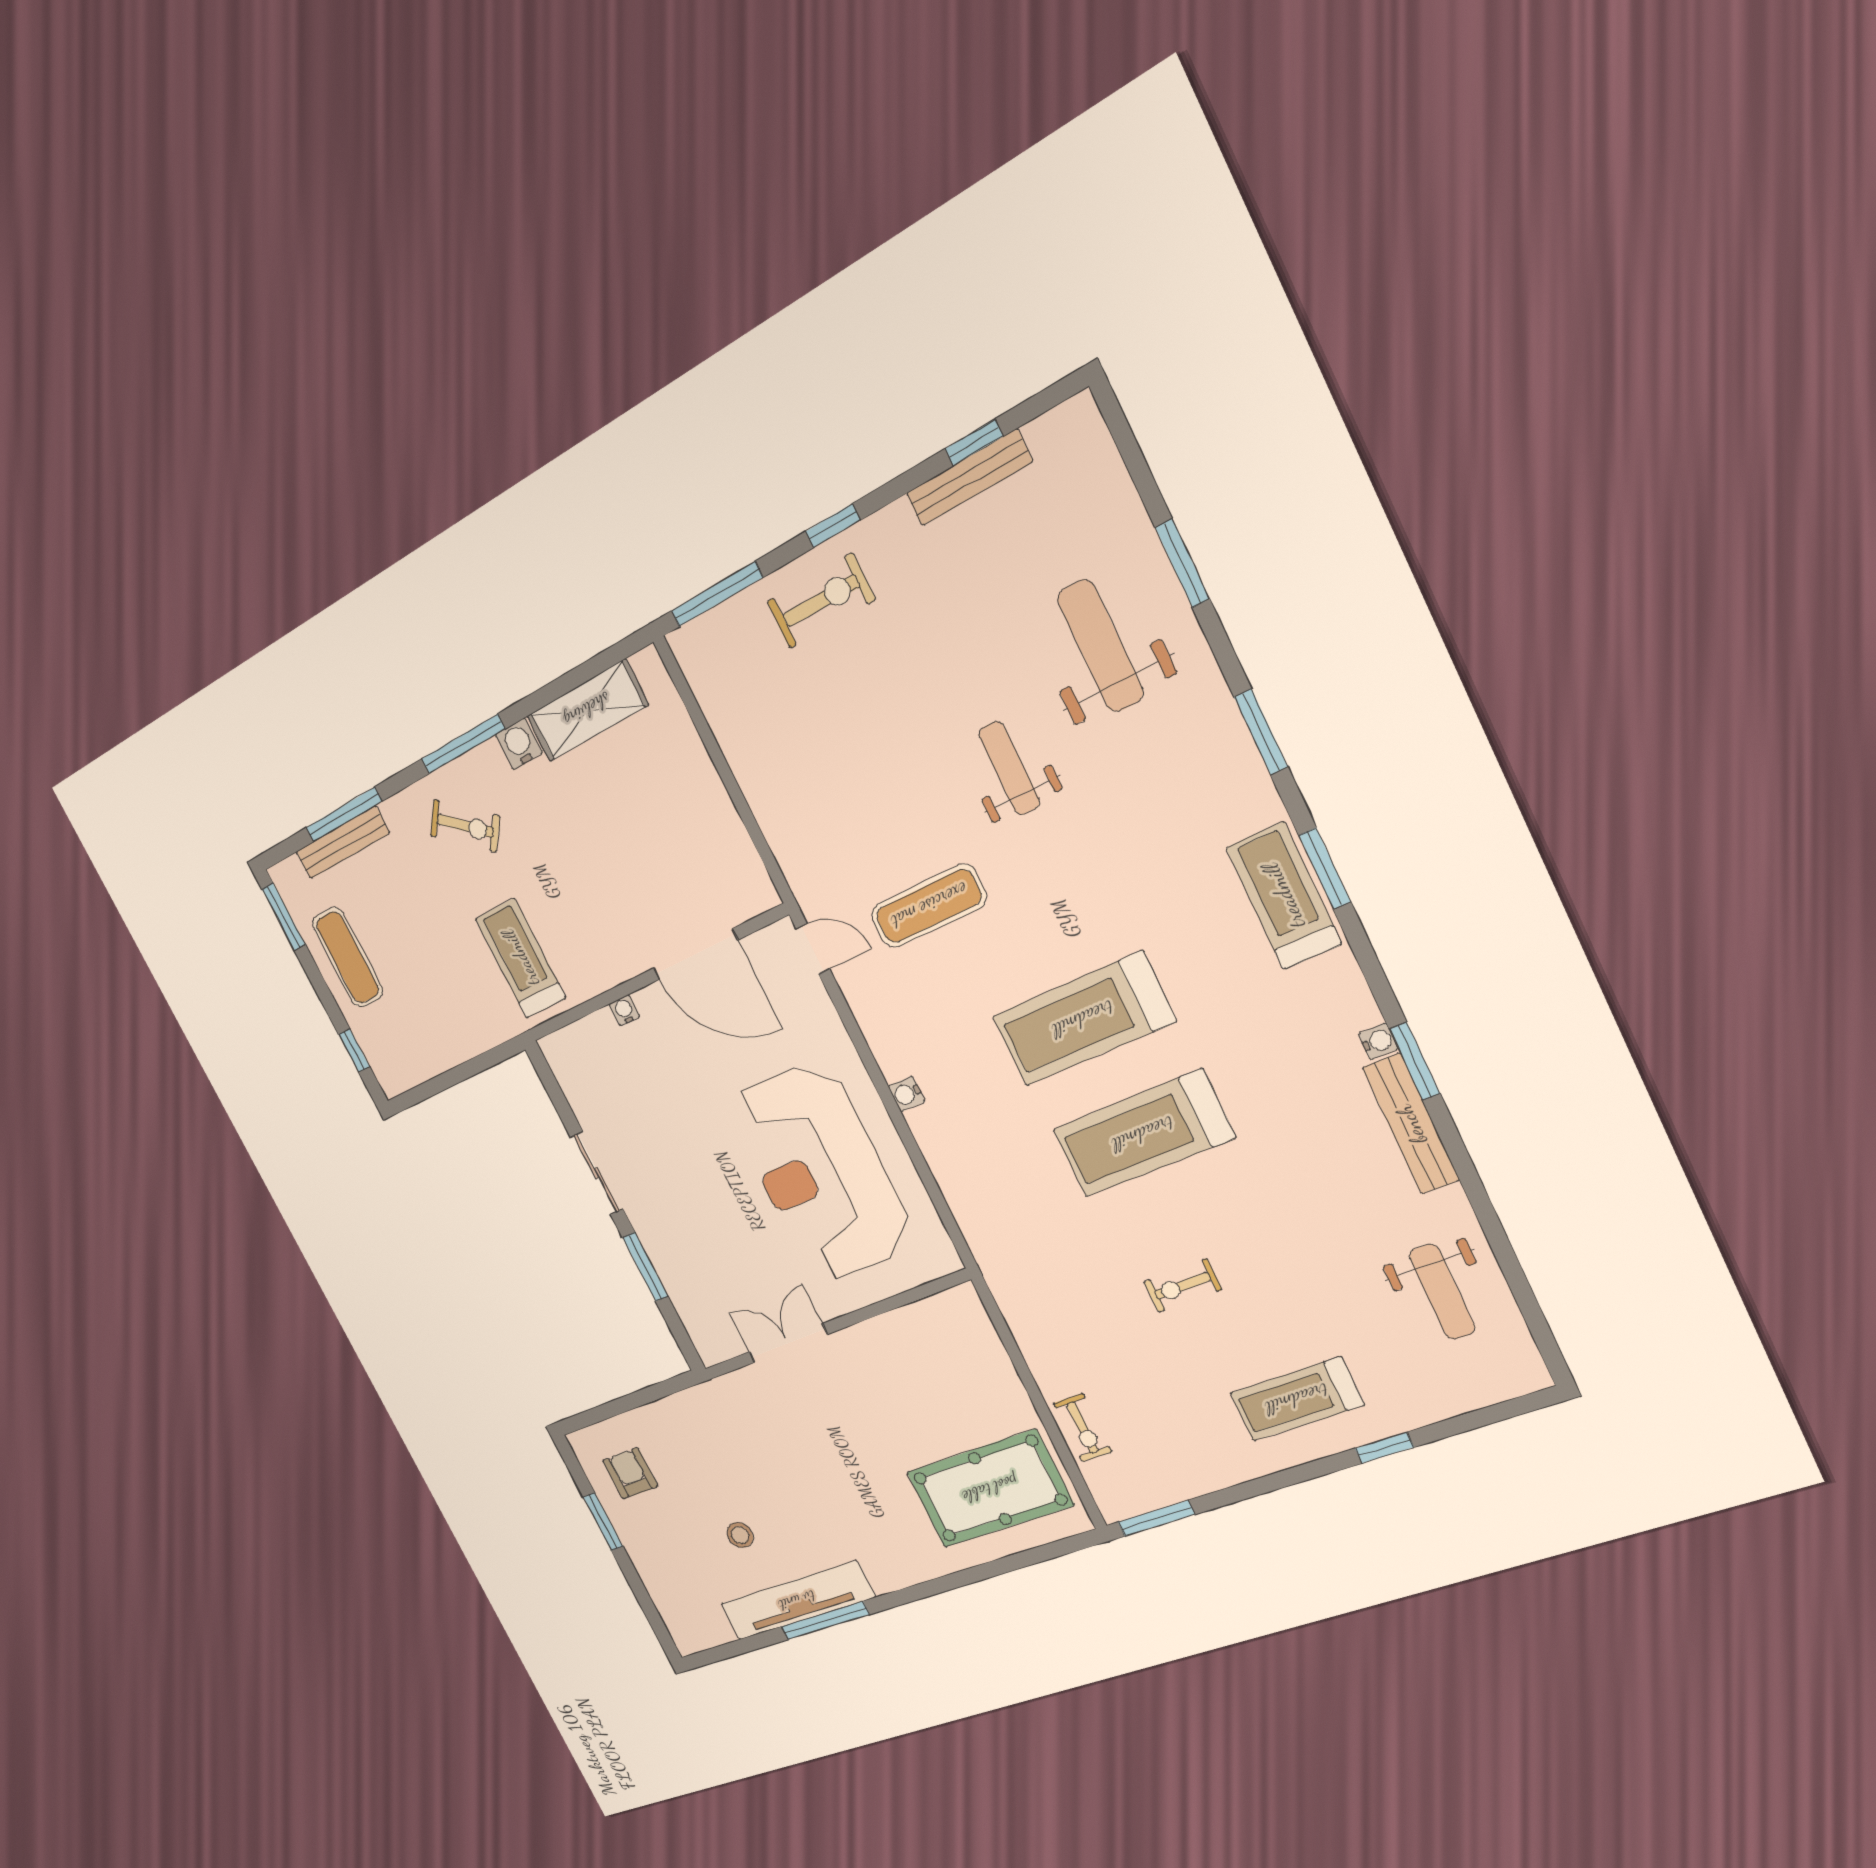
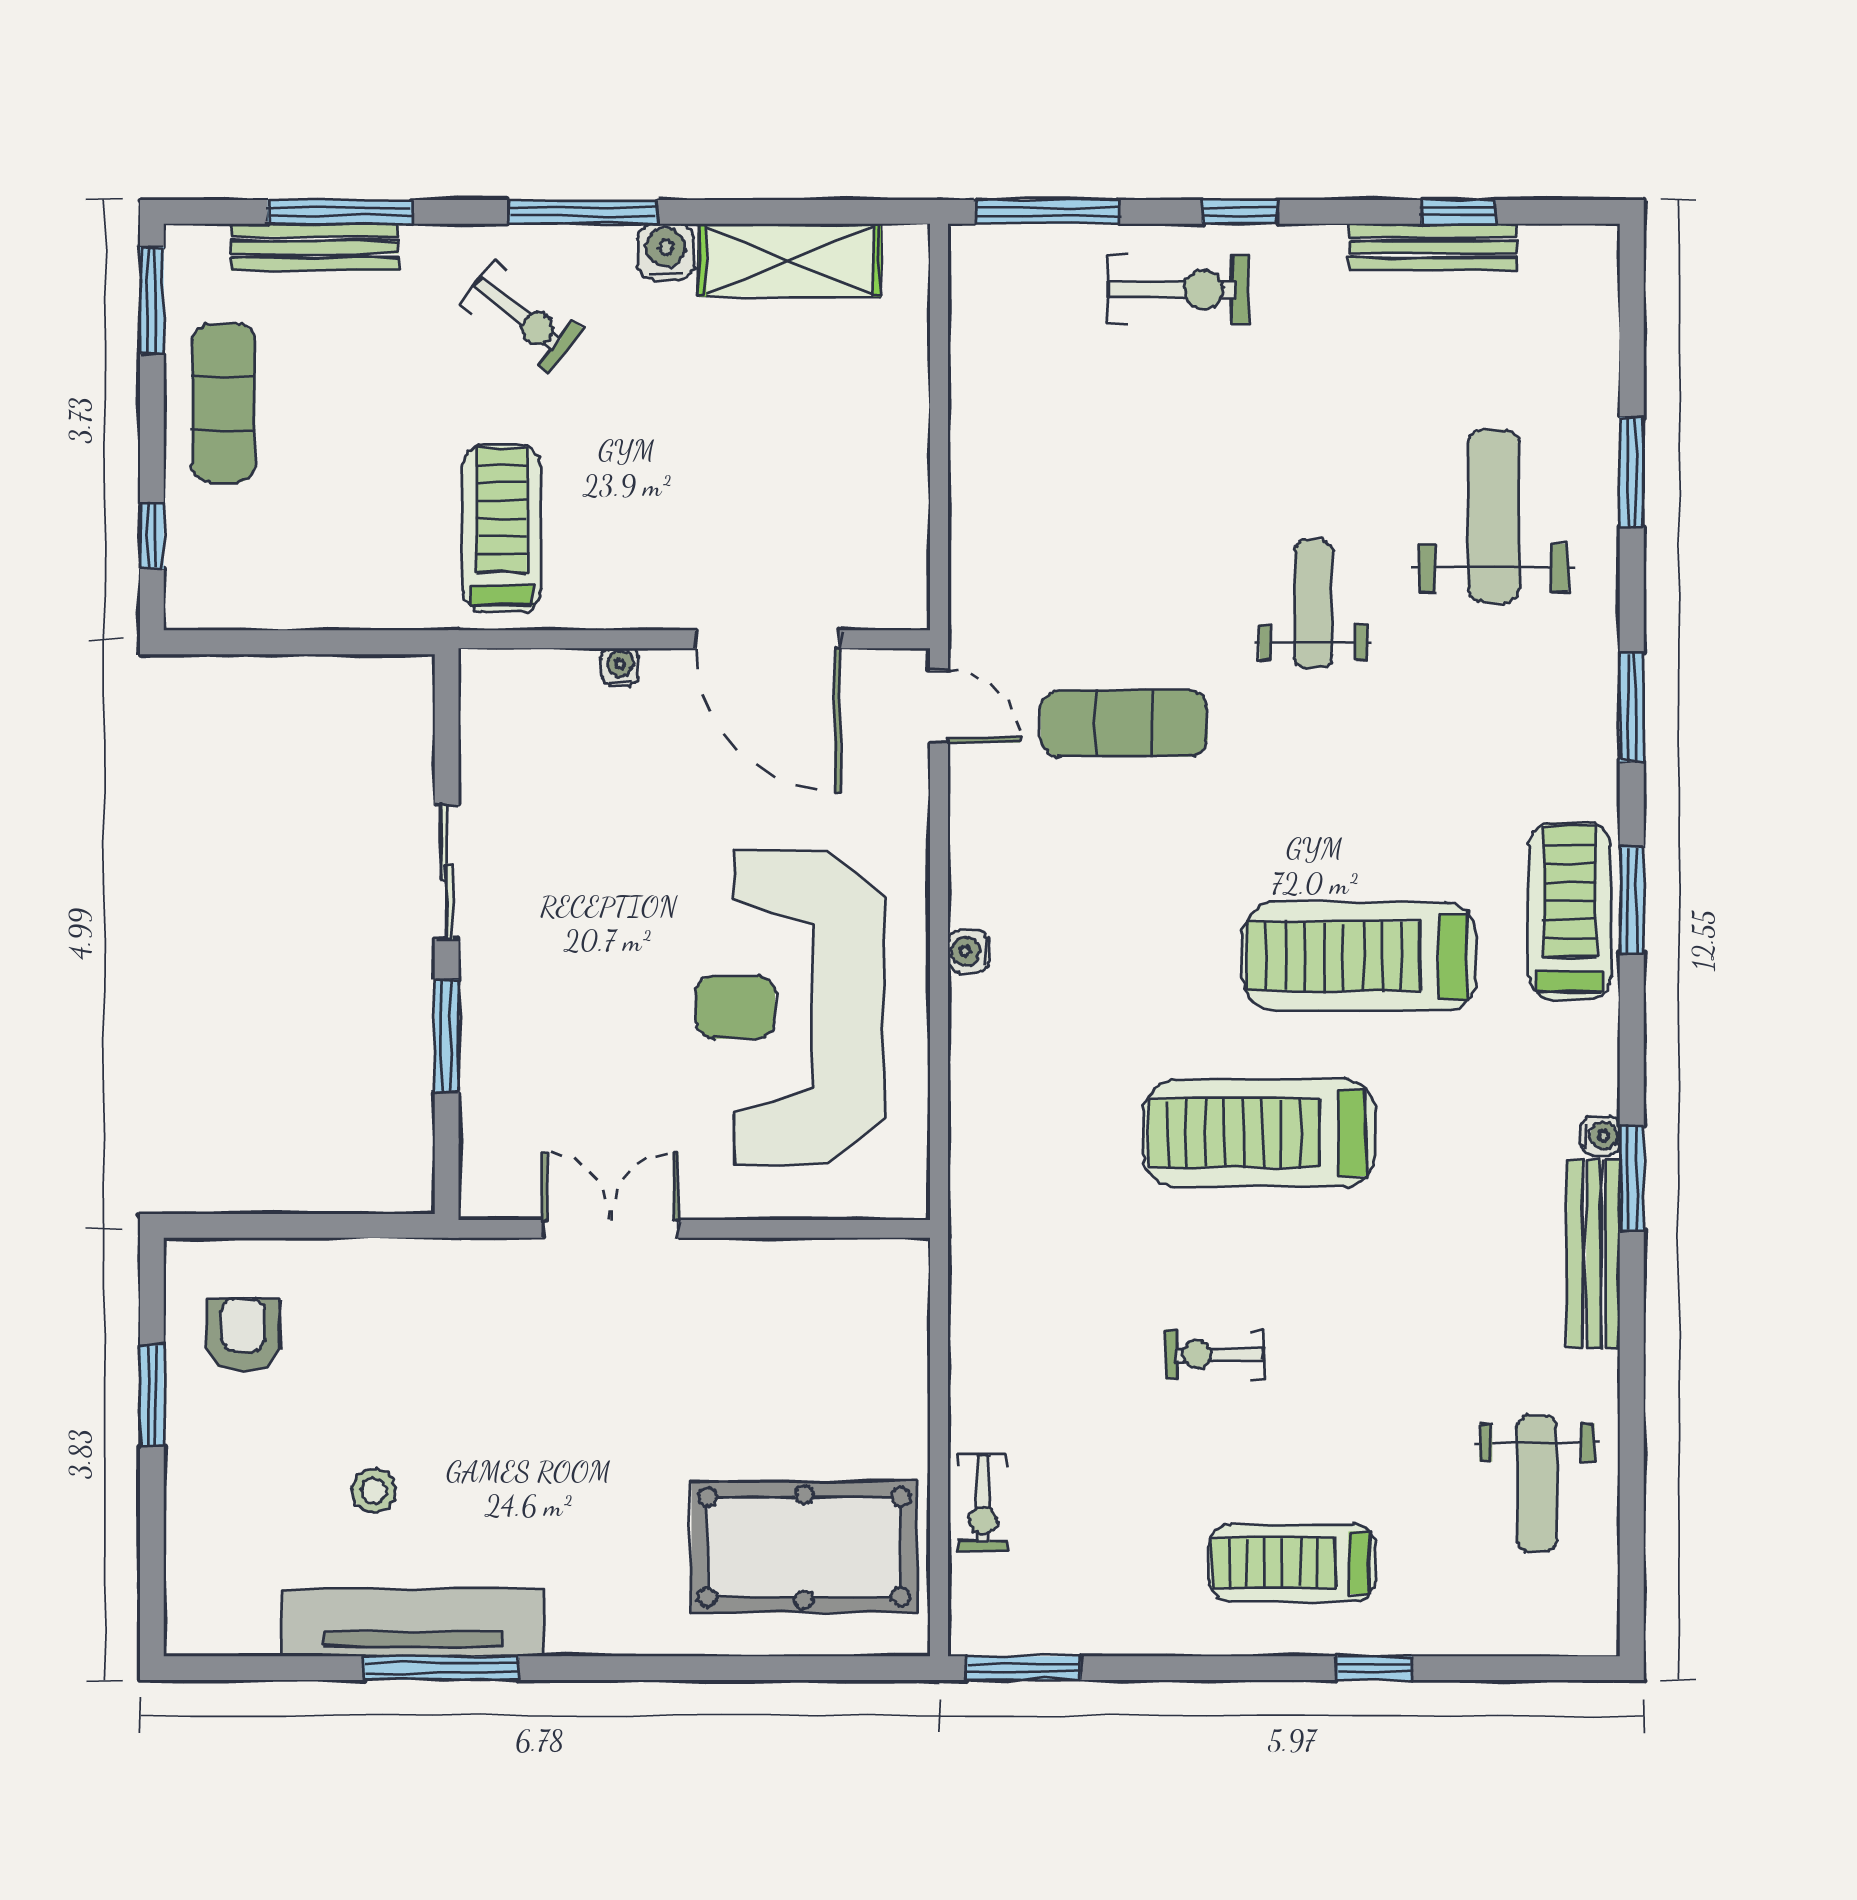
treadmill: (1083, 1019) -> (1360, 957), moved

